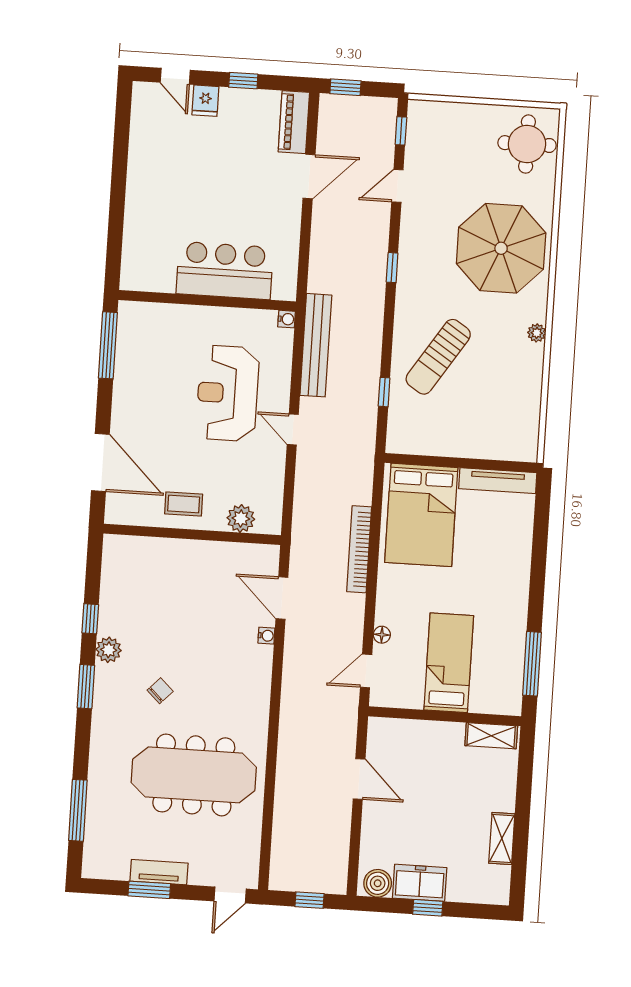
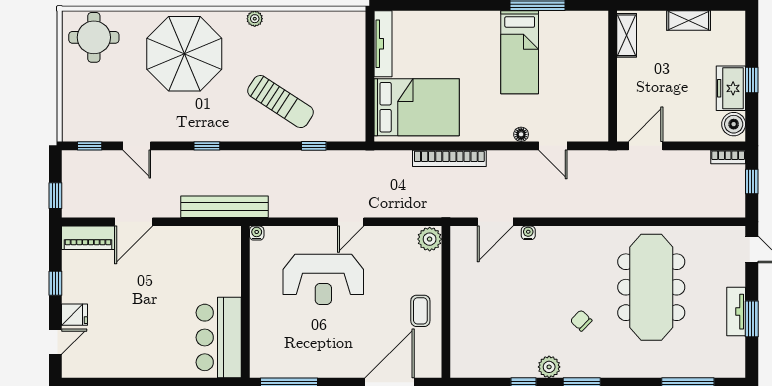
door: (309, 177) -> (134, 222), swing flipped
bar counter: (225, 271) -> (219, 337), moved
bench: (316, 345) -> (225, 207), moved
plant: (241, 518) -> (430, 239), moved
bed: (449, 663) -> (520, 52), moved, turned -90
wall: (445, 716) -> (613, 76), moved
shelving: (491, 736) -> (627, 35), moved
bookcase: (340, 874) -> (728, 157), added

